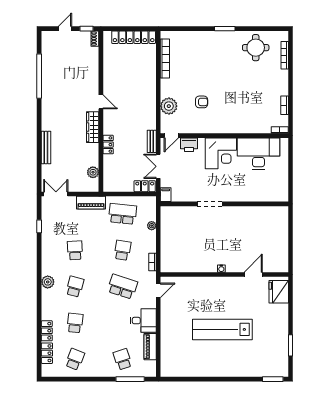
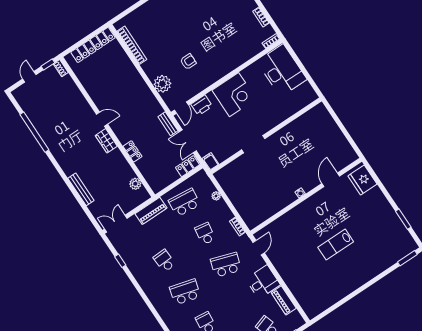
wardrobe: (93, 127) -> (106, 141), width x0.67
desk: (258, 154) -> (282, 70), moved, turned 90
plant: (48, 282) -> (159, 303), removed
school desk: (75, 287) -> (185, 292), width x1.85
lab bench: (222, 329) -> (336, 244), width x0.54, depth x0.72

